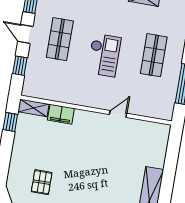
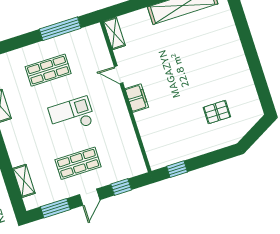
shelving: (33, 108) -> (114, 33), moved
filing cabinet: (61, 114) -> (137, 98), moved

